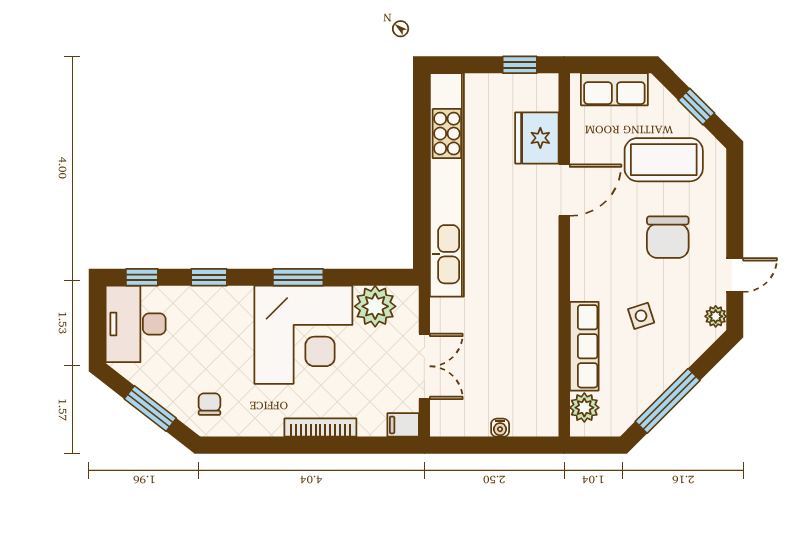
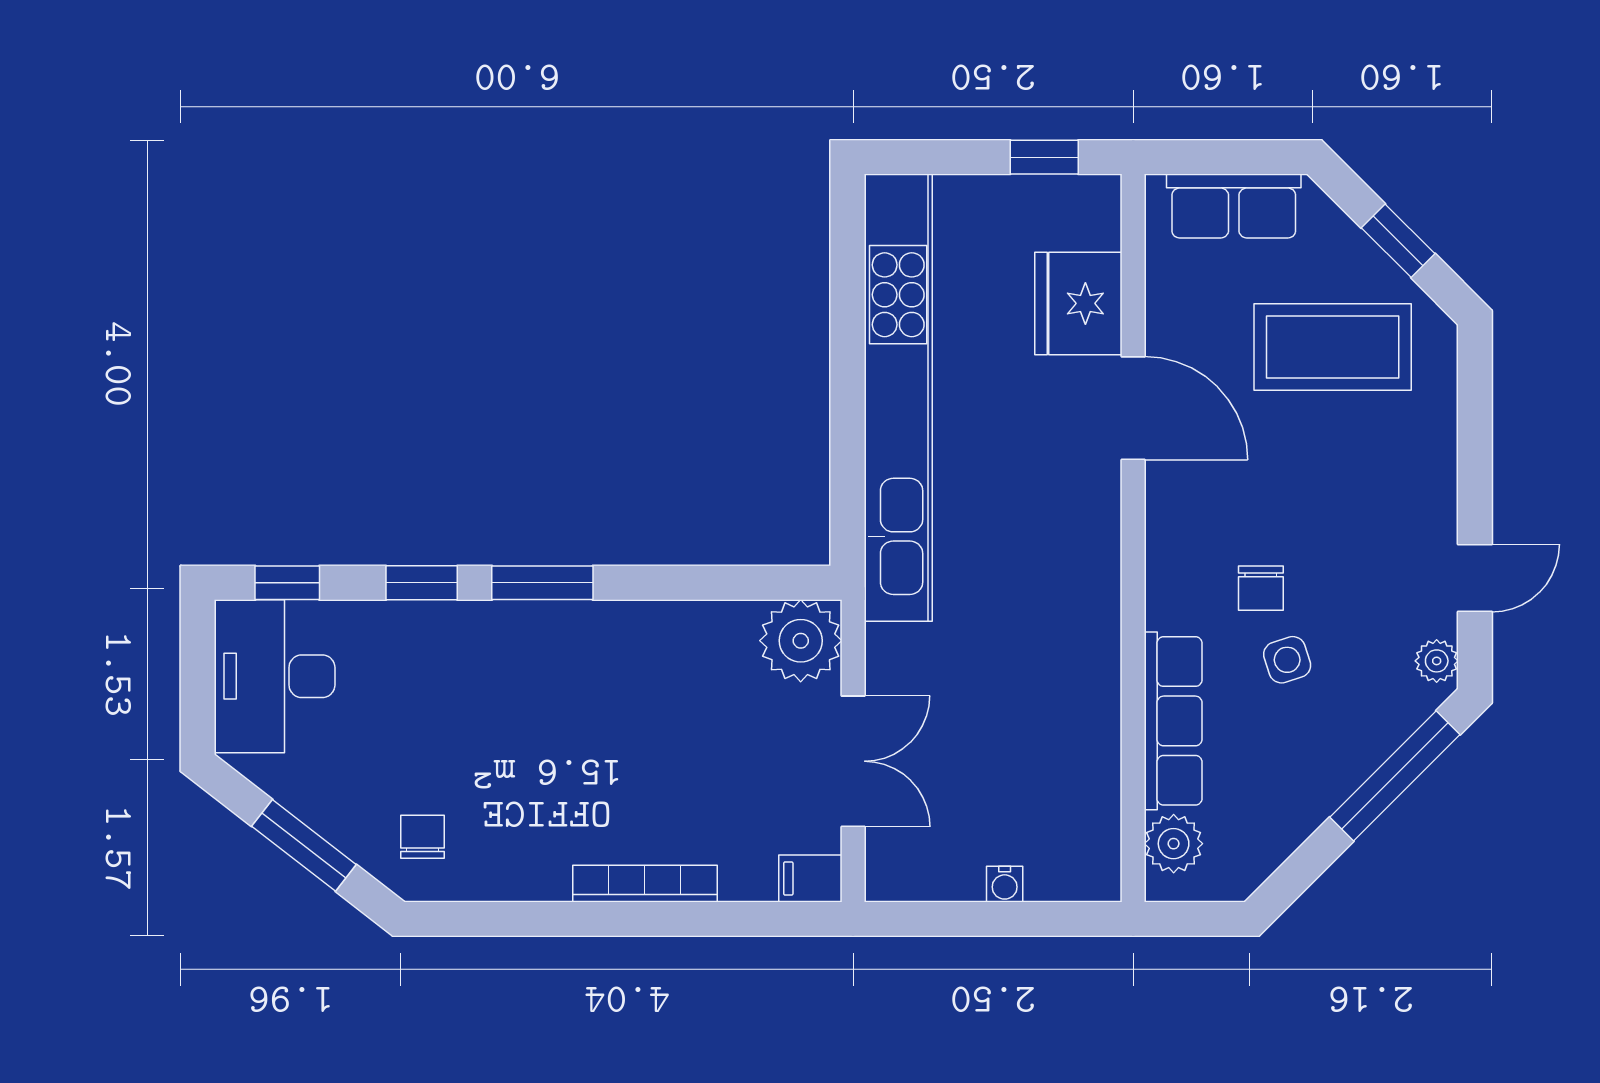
door: (564, 190) -> (1133, 408), hinge flipped
chair: (668, 237) -> (1261, 588), moved, width x0.54, depth x0.54
window: (298, 277) -> (542, 583), moved
plant: (375, 306) -> (801, 641), moved
corner desk: (303, 335) -> (611, 698), removed
window: (668, 401) -> (1395, 776), moved

